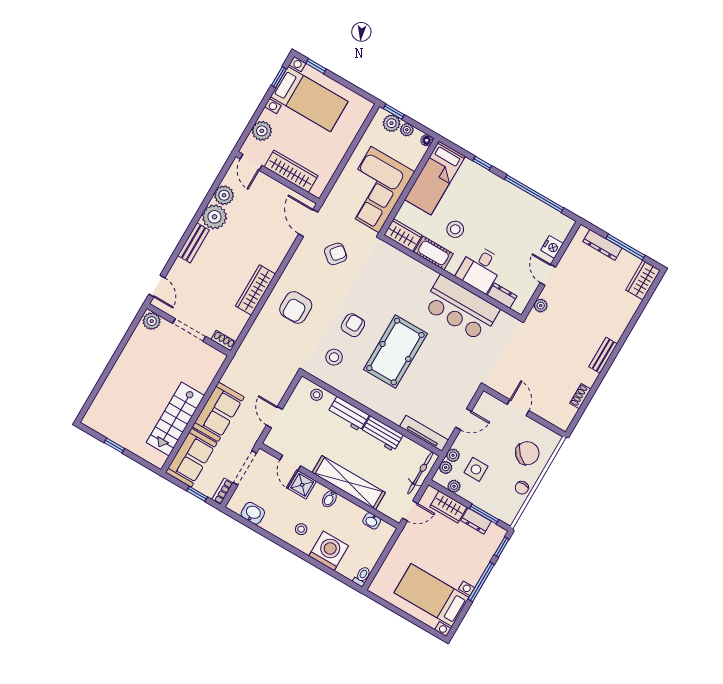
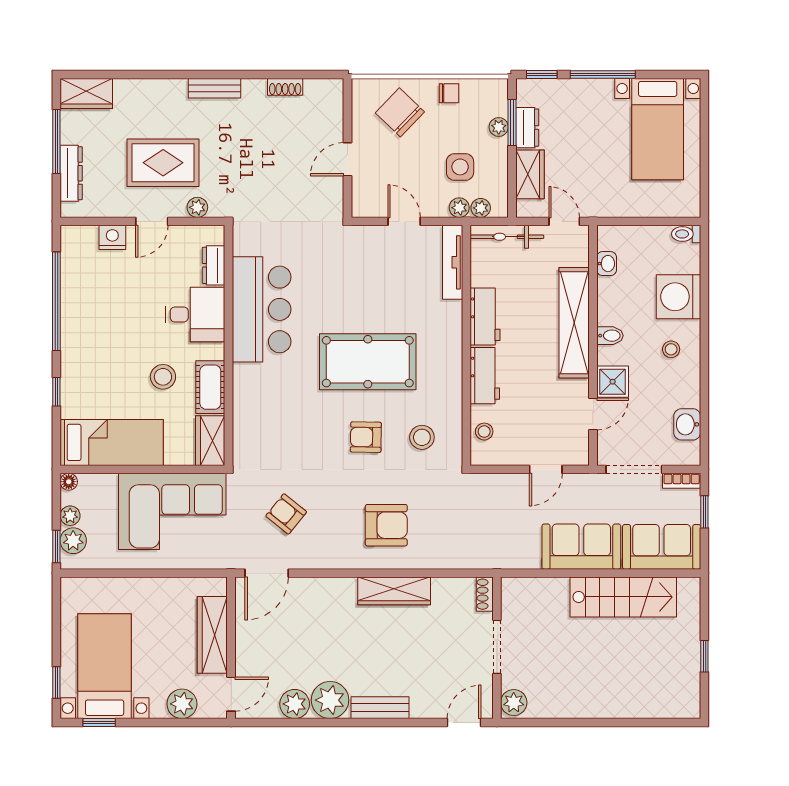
rug: (578, 301) -> (163, 163), added
plant: (454, 486) -> (499, 127), moved

